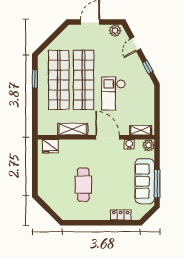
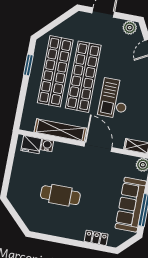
shelving: (73, 129) -> (60, 130), width x1.47
water cooler: (129, 144) -> (47, 145), moved
cafe table: (83, 185) -> (60, 195), turned 90

